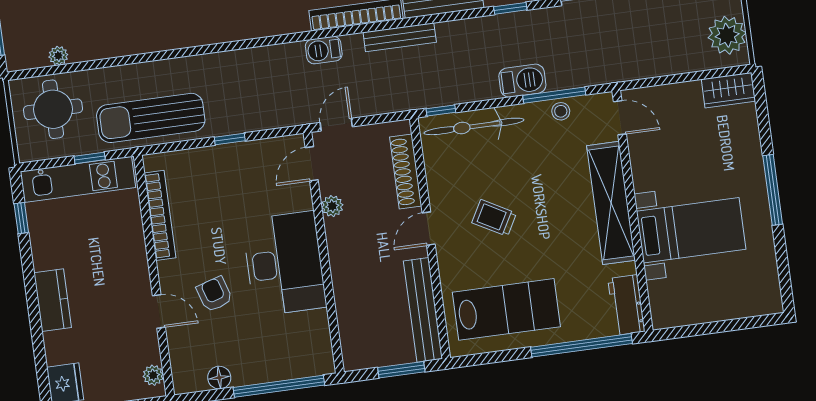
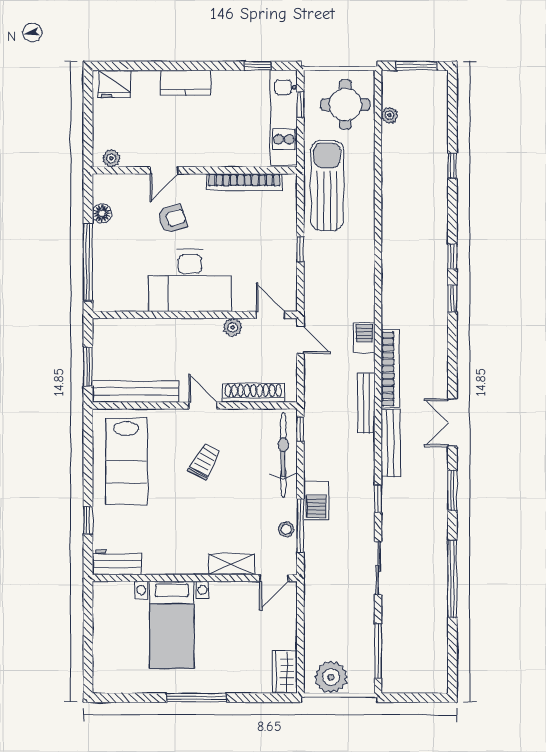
window: (90, 158) -> (300, 104), moved
shelving: (611, 203) -> (231, 564), width x0.45, depth x0.75
window: (582, 345) -> (88, 520), width x0.32

